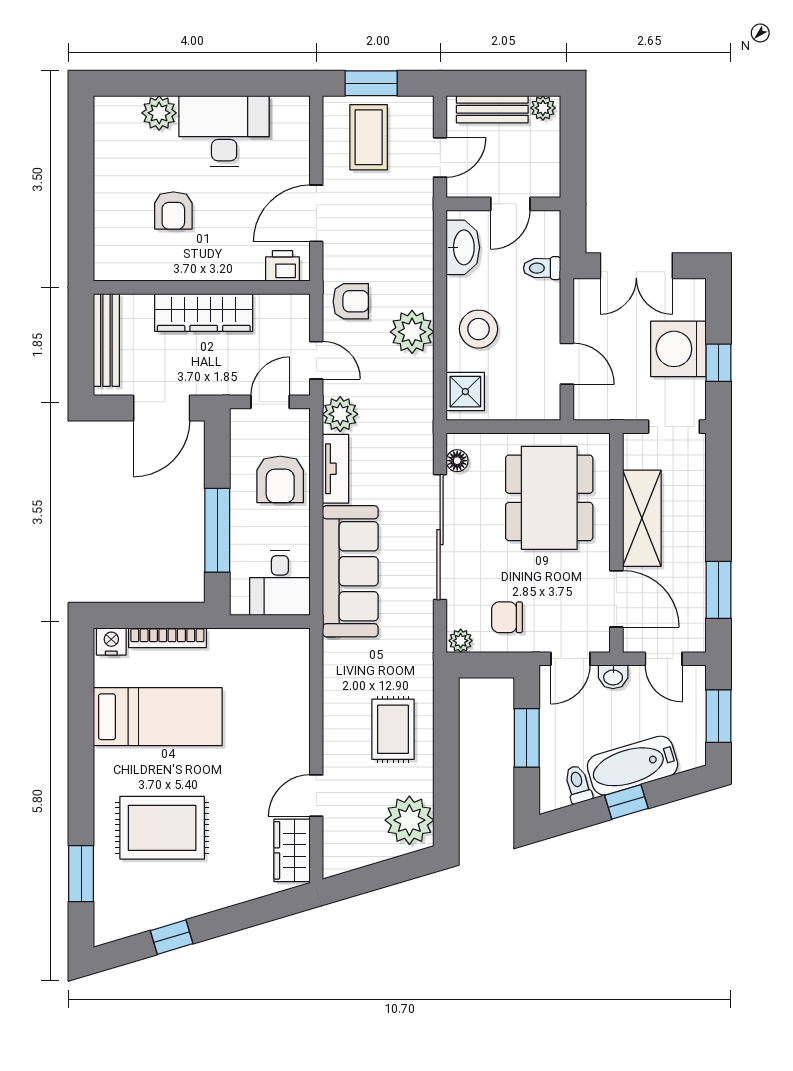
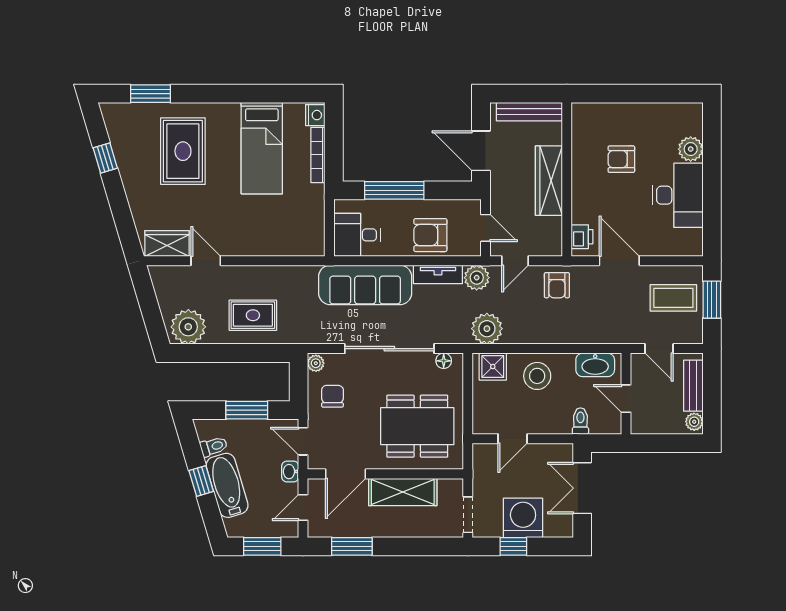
plant: (412, 332) -> (487, 329), moved

